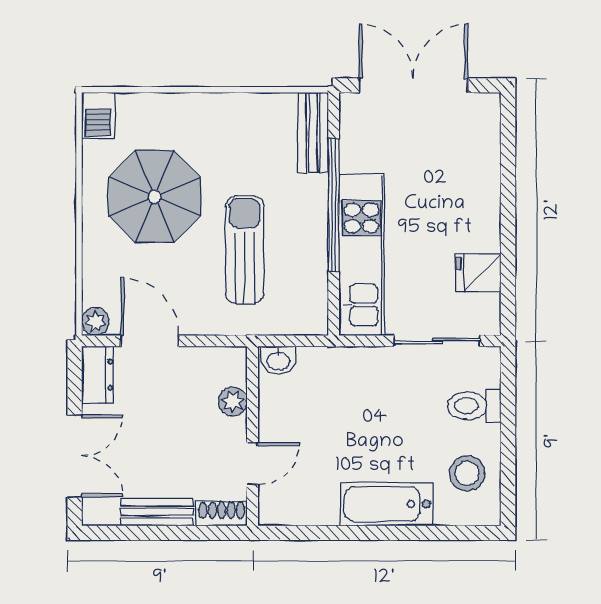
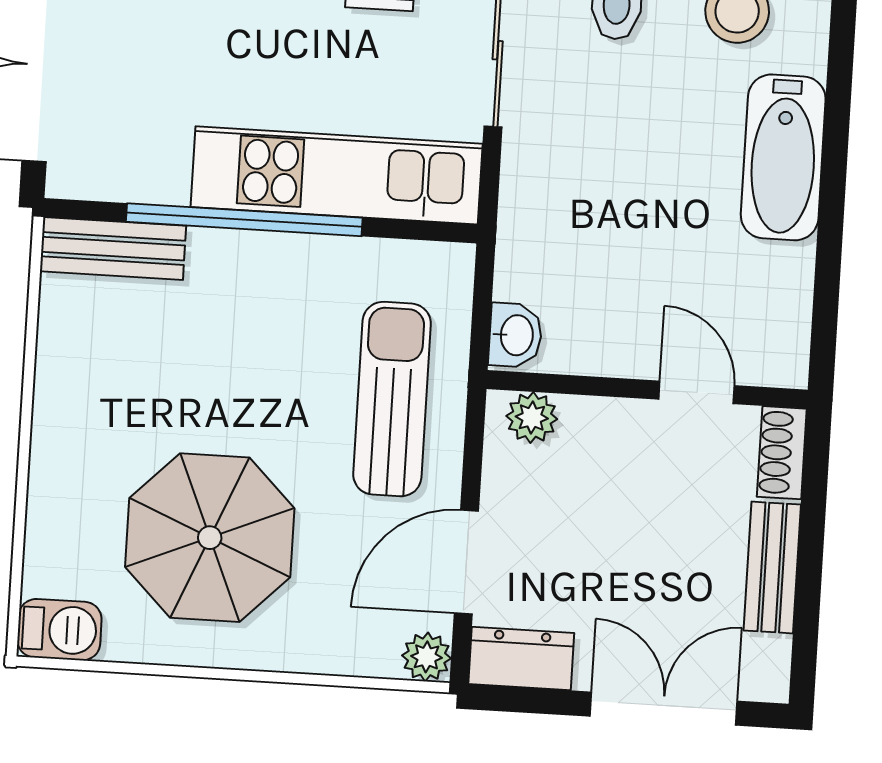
sun lounger: (245, 250) -> (392, 399), moved, turned 90
plant: (233, 402) -> (532, 418), moved

